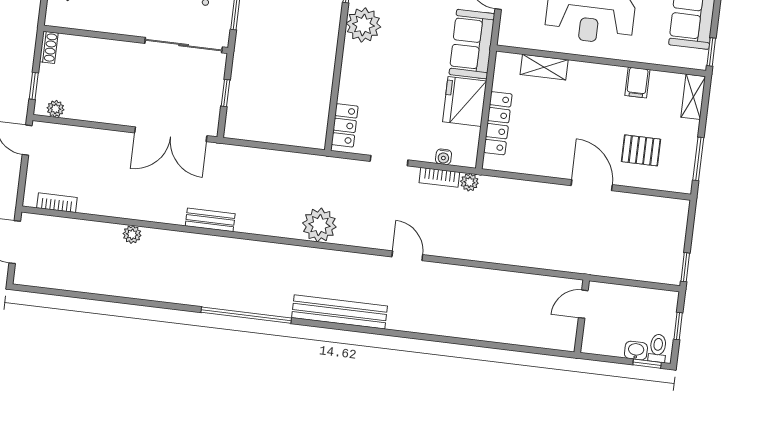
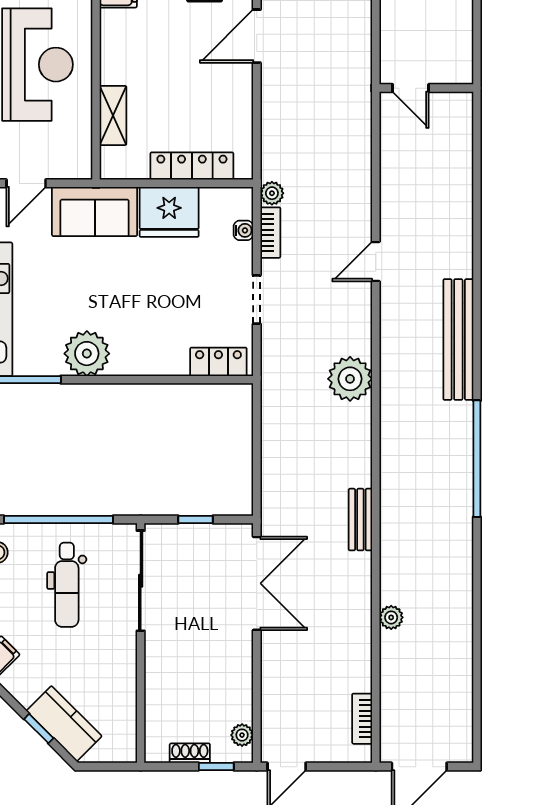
shoe rack: (49, 47) -> (190, 753), moved
door: (583, 304) -> (411, 88), moved
wall: (582, 316) -> (426, 88), moved

